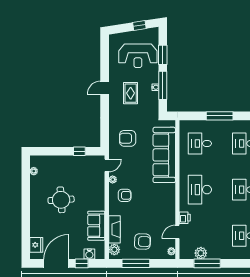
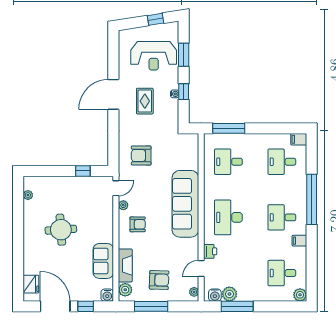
window: (163, 85) -> (184, 92), width x0.46
door: (105, 88) -> (113, 94), width x1.88
window: (220, 116) -> (229, 128), moved
sofa: (164, 155) -> (185, 204), moved
water cooler: (89, 254) -> (107, 295), moved
water cooler: (189, 254) -> (215, 295), added
door: (56, 263) -> (55, 306), hinge flipped

